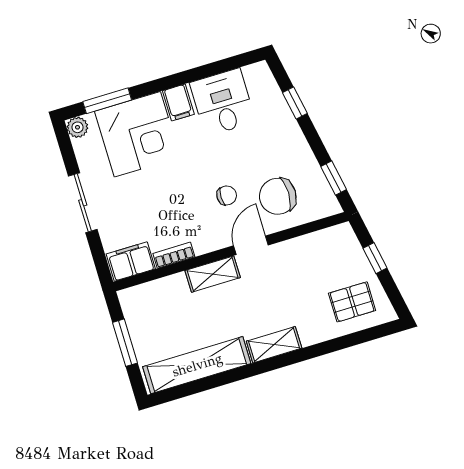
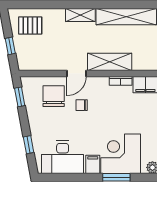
window: (107, 101) -> (116, 177), moved
desk: (223, 102) -> (63, 157), width x1.37
chair: (278, 196) -> (54, 96), turned -90
shelving: (213, 274) -> (110, 62), width x1.50, depth x1.33

